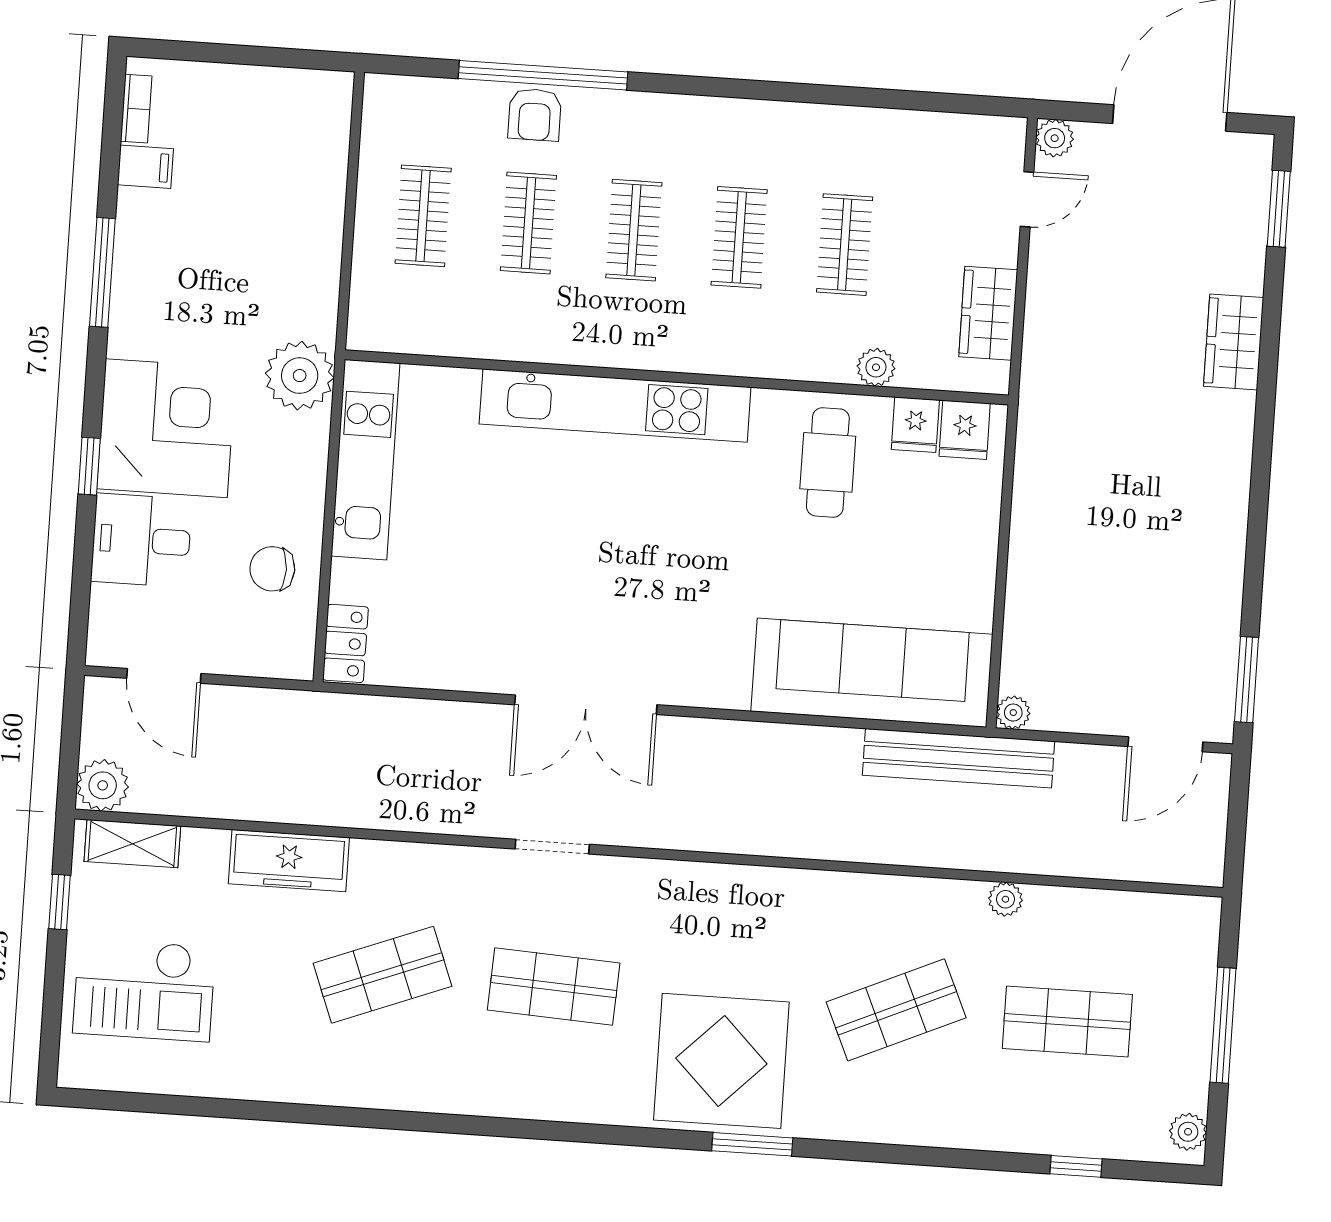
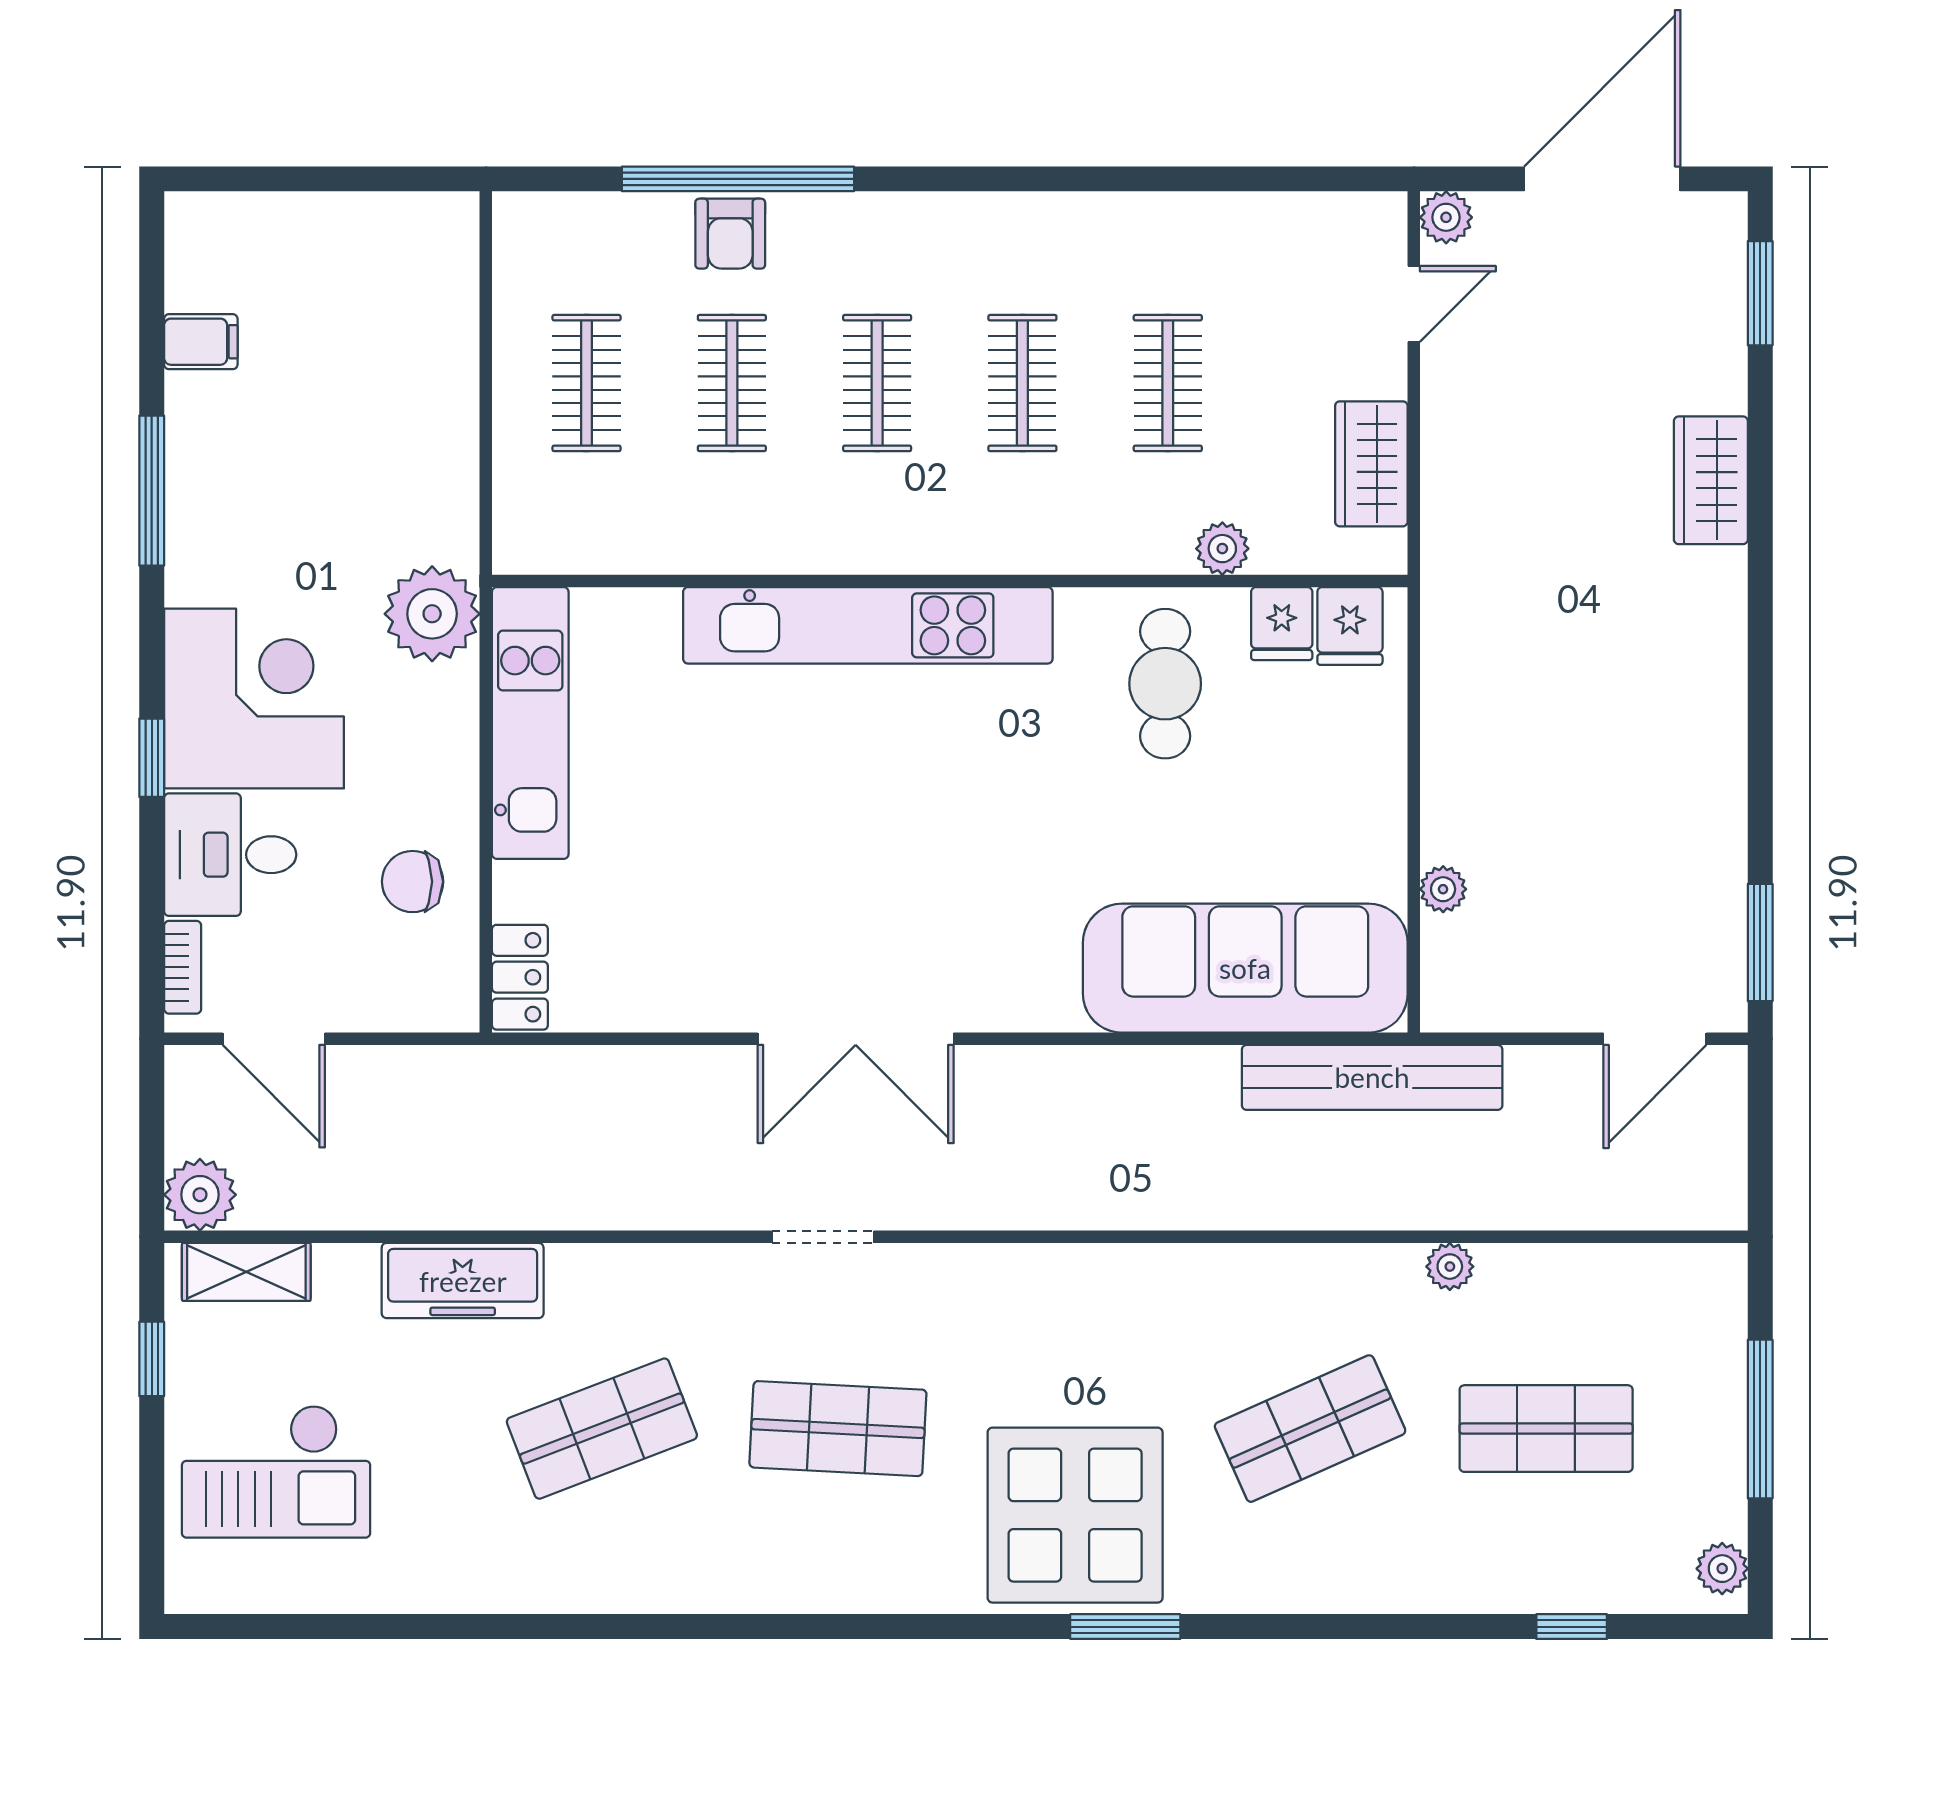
bookcase: (136, 109) -> (183, 967), moved
plant: (1013, 713) -> (1443, 889), moved

